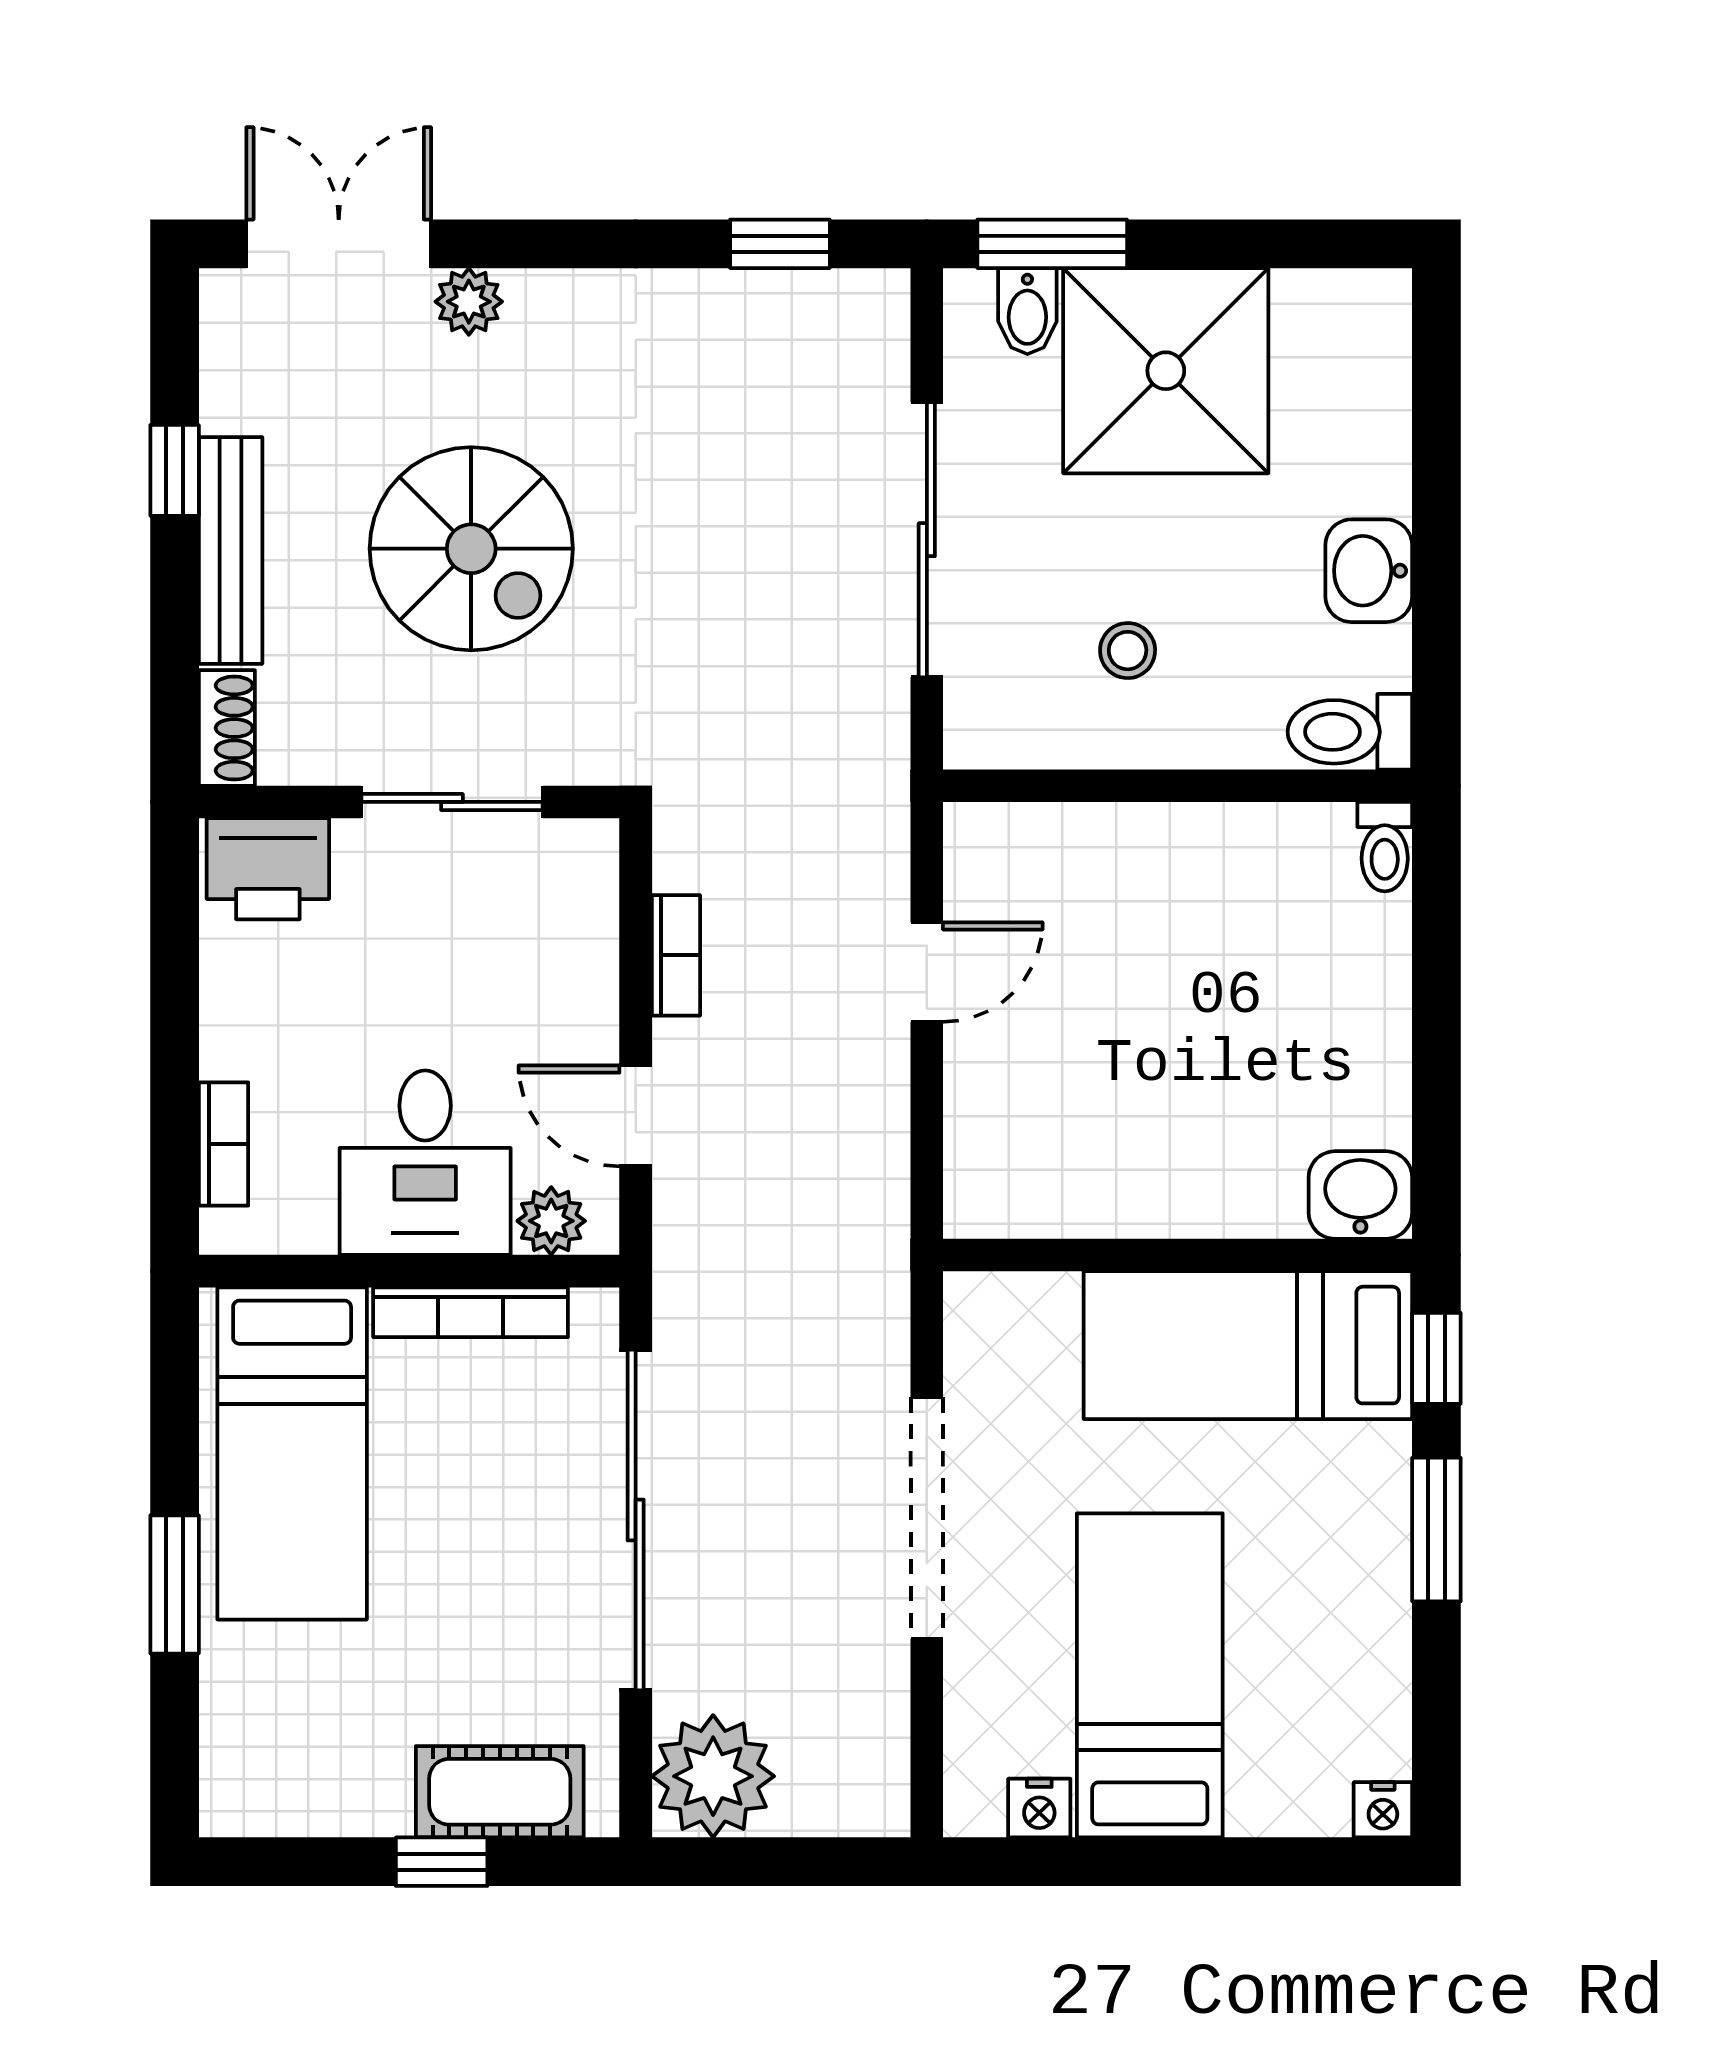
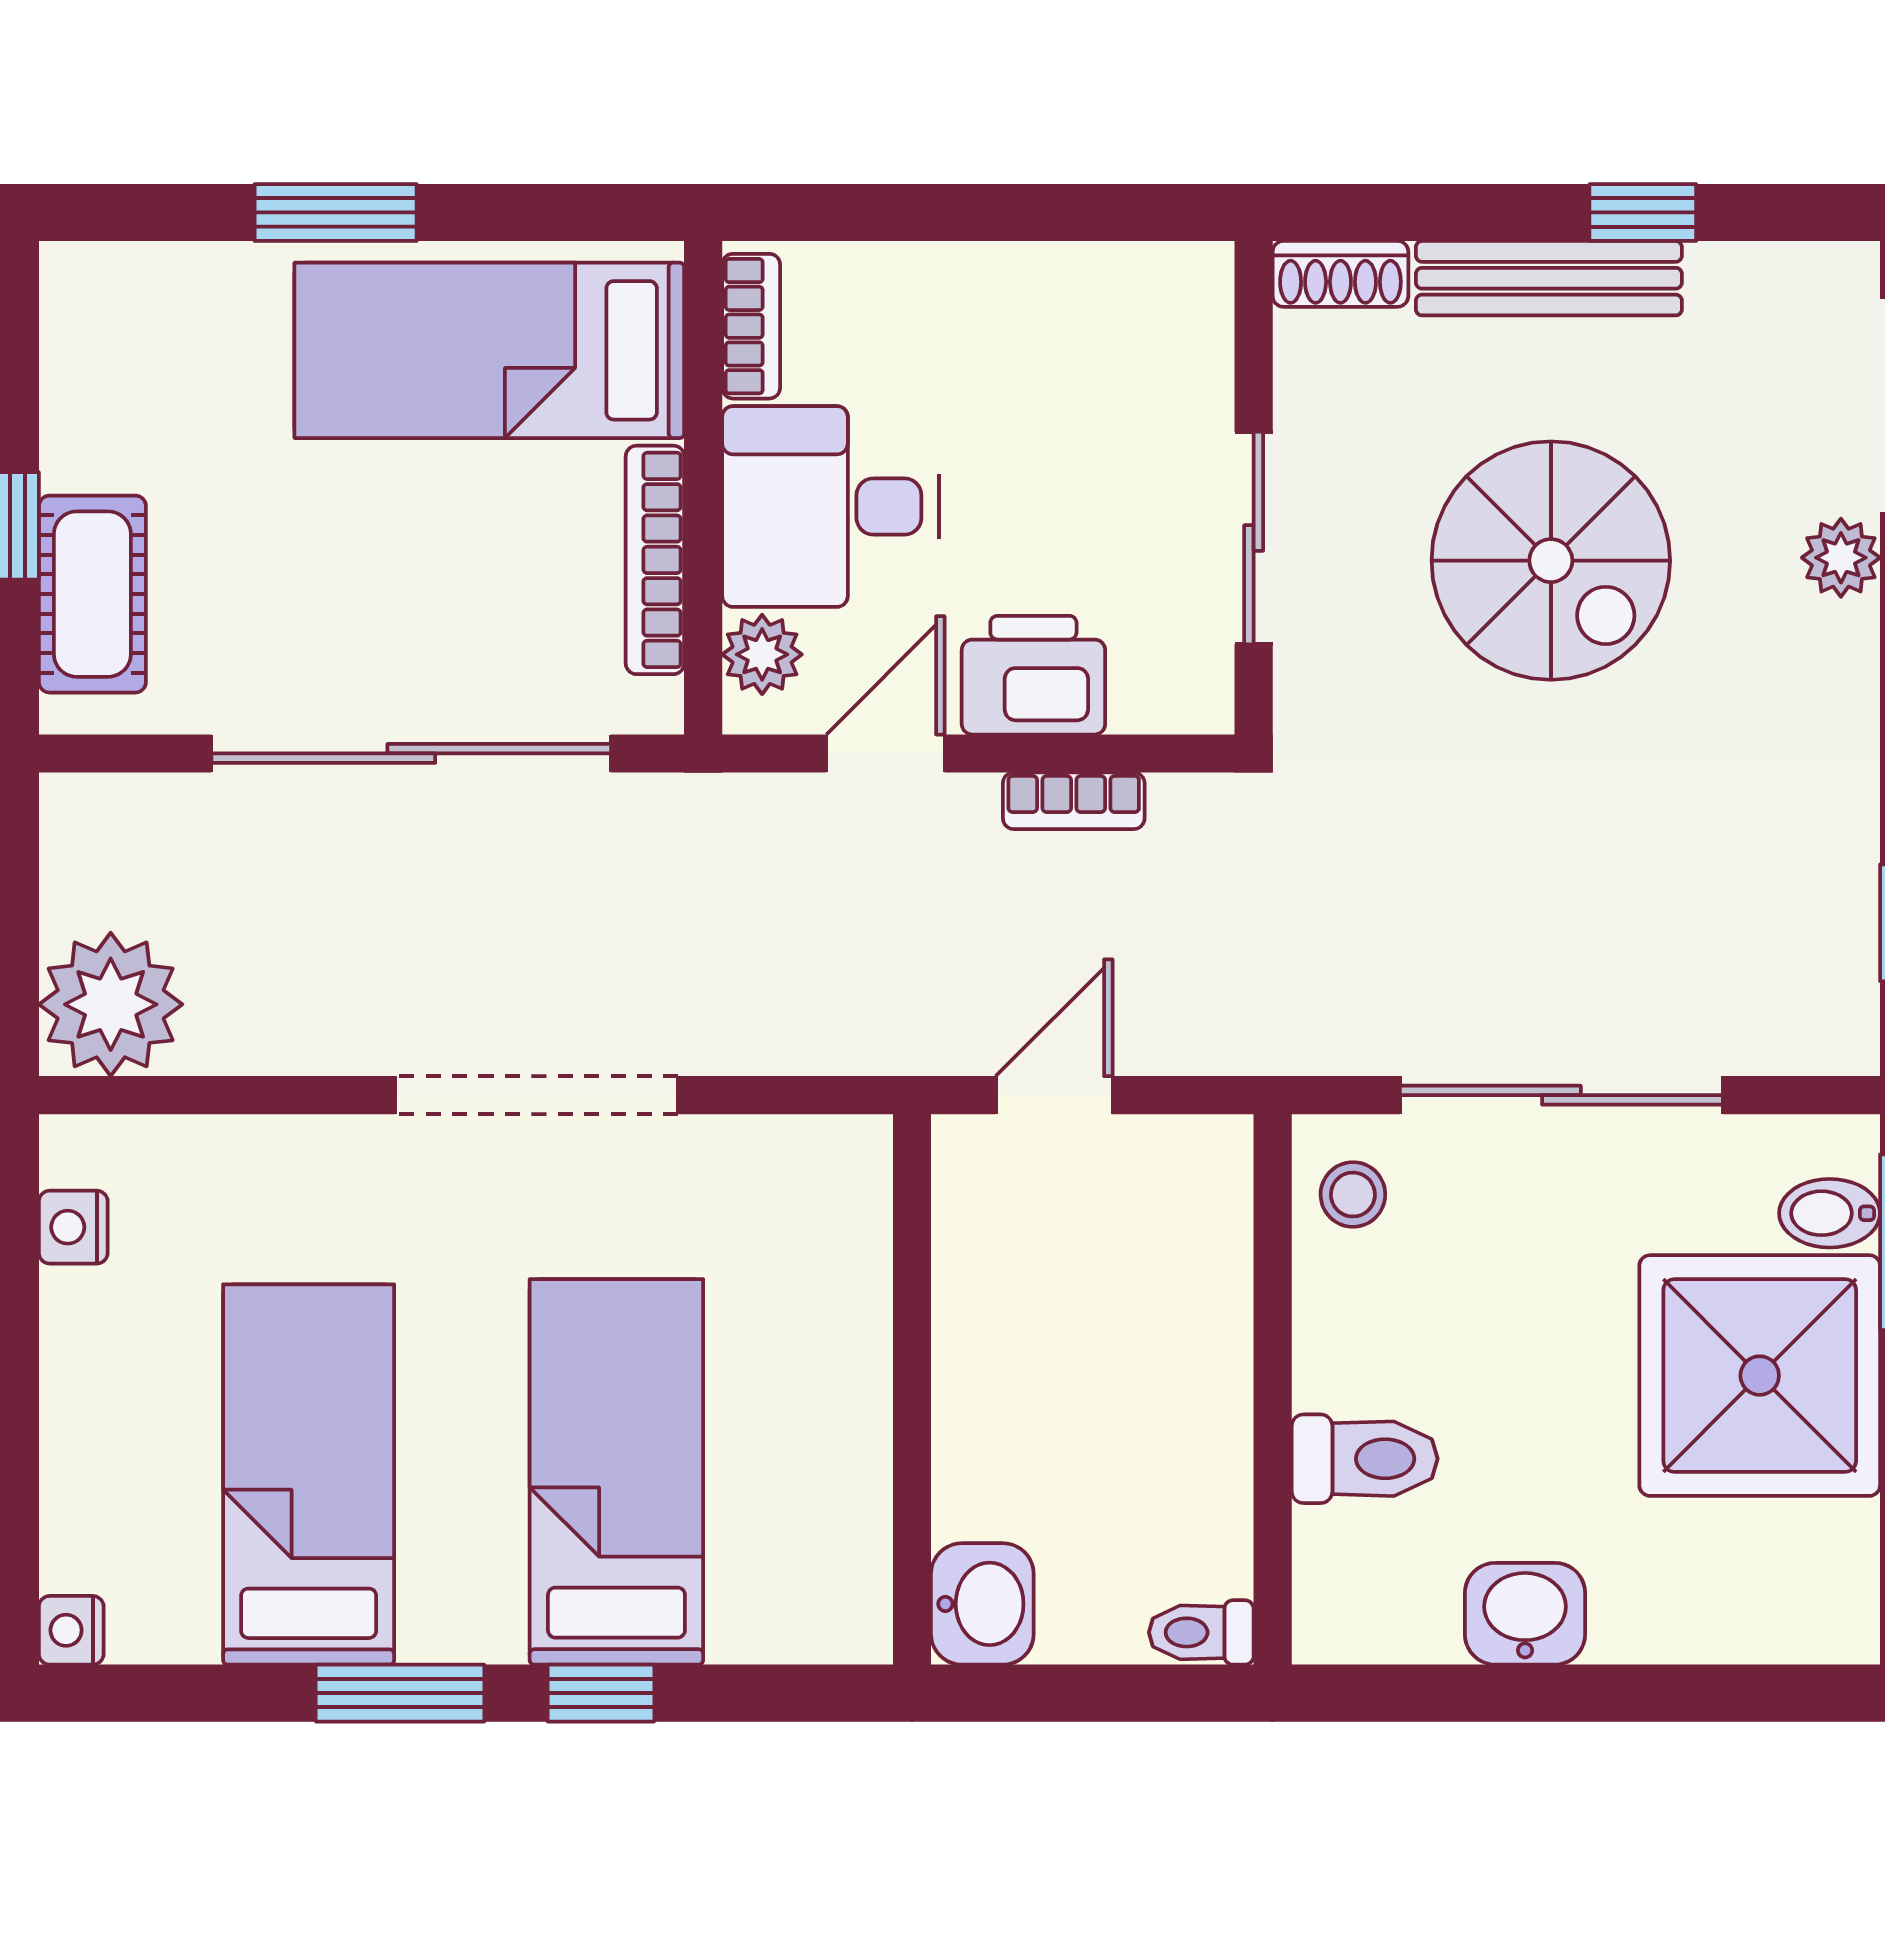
spiral stairs: (471, 549) -> (1551, 561), turned -90
stool: (1128, 651) -> (1353, 1195), moved
toilet: (1350, 732) -> (1365, 1459), moved, turned 90
printer: (268, 869) -> (1033, 675), moved, turned 90
door: (927, 972) -> (1054, 1095), swing flipped
bookcase: (223, 1144) -> (751, 326), moved, turned -90
washbasin: (1360, 1195) -> (982, 1604), moved
wall: (1178, 1255) -> (912, 1389), moved
doorway: (927, 1518) -> (537, 1095), moved
bed: (1150, 1675) -> (309, 1474), moved, turned -90
plant: (713, 1776) -> (111, 1004), moved

